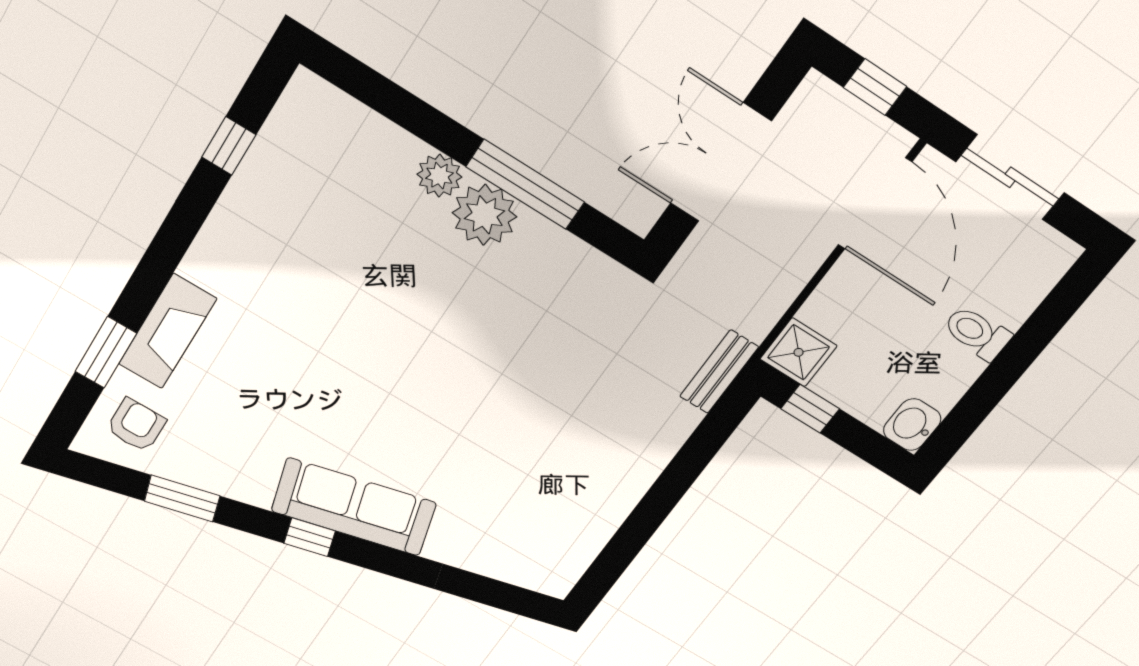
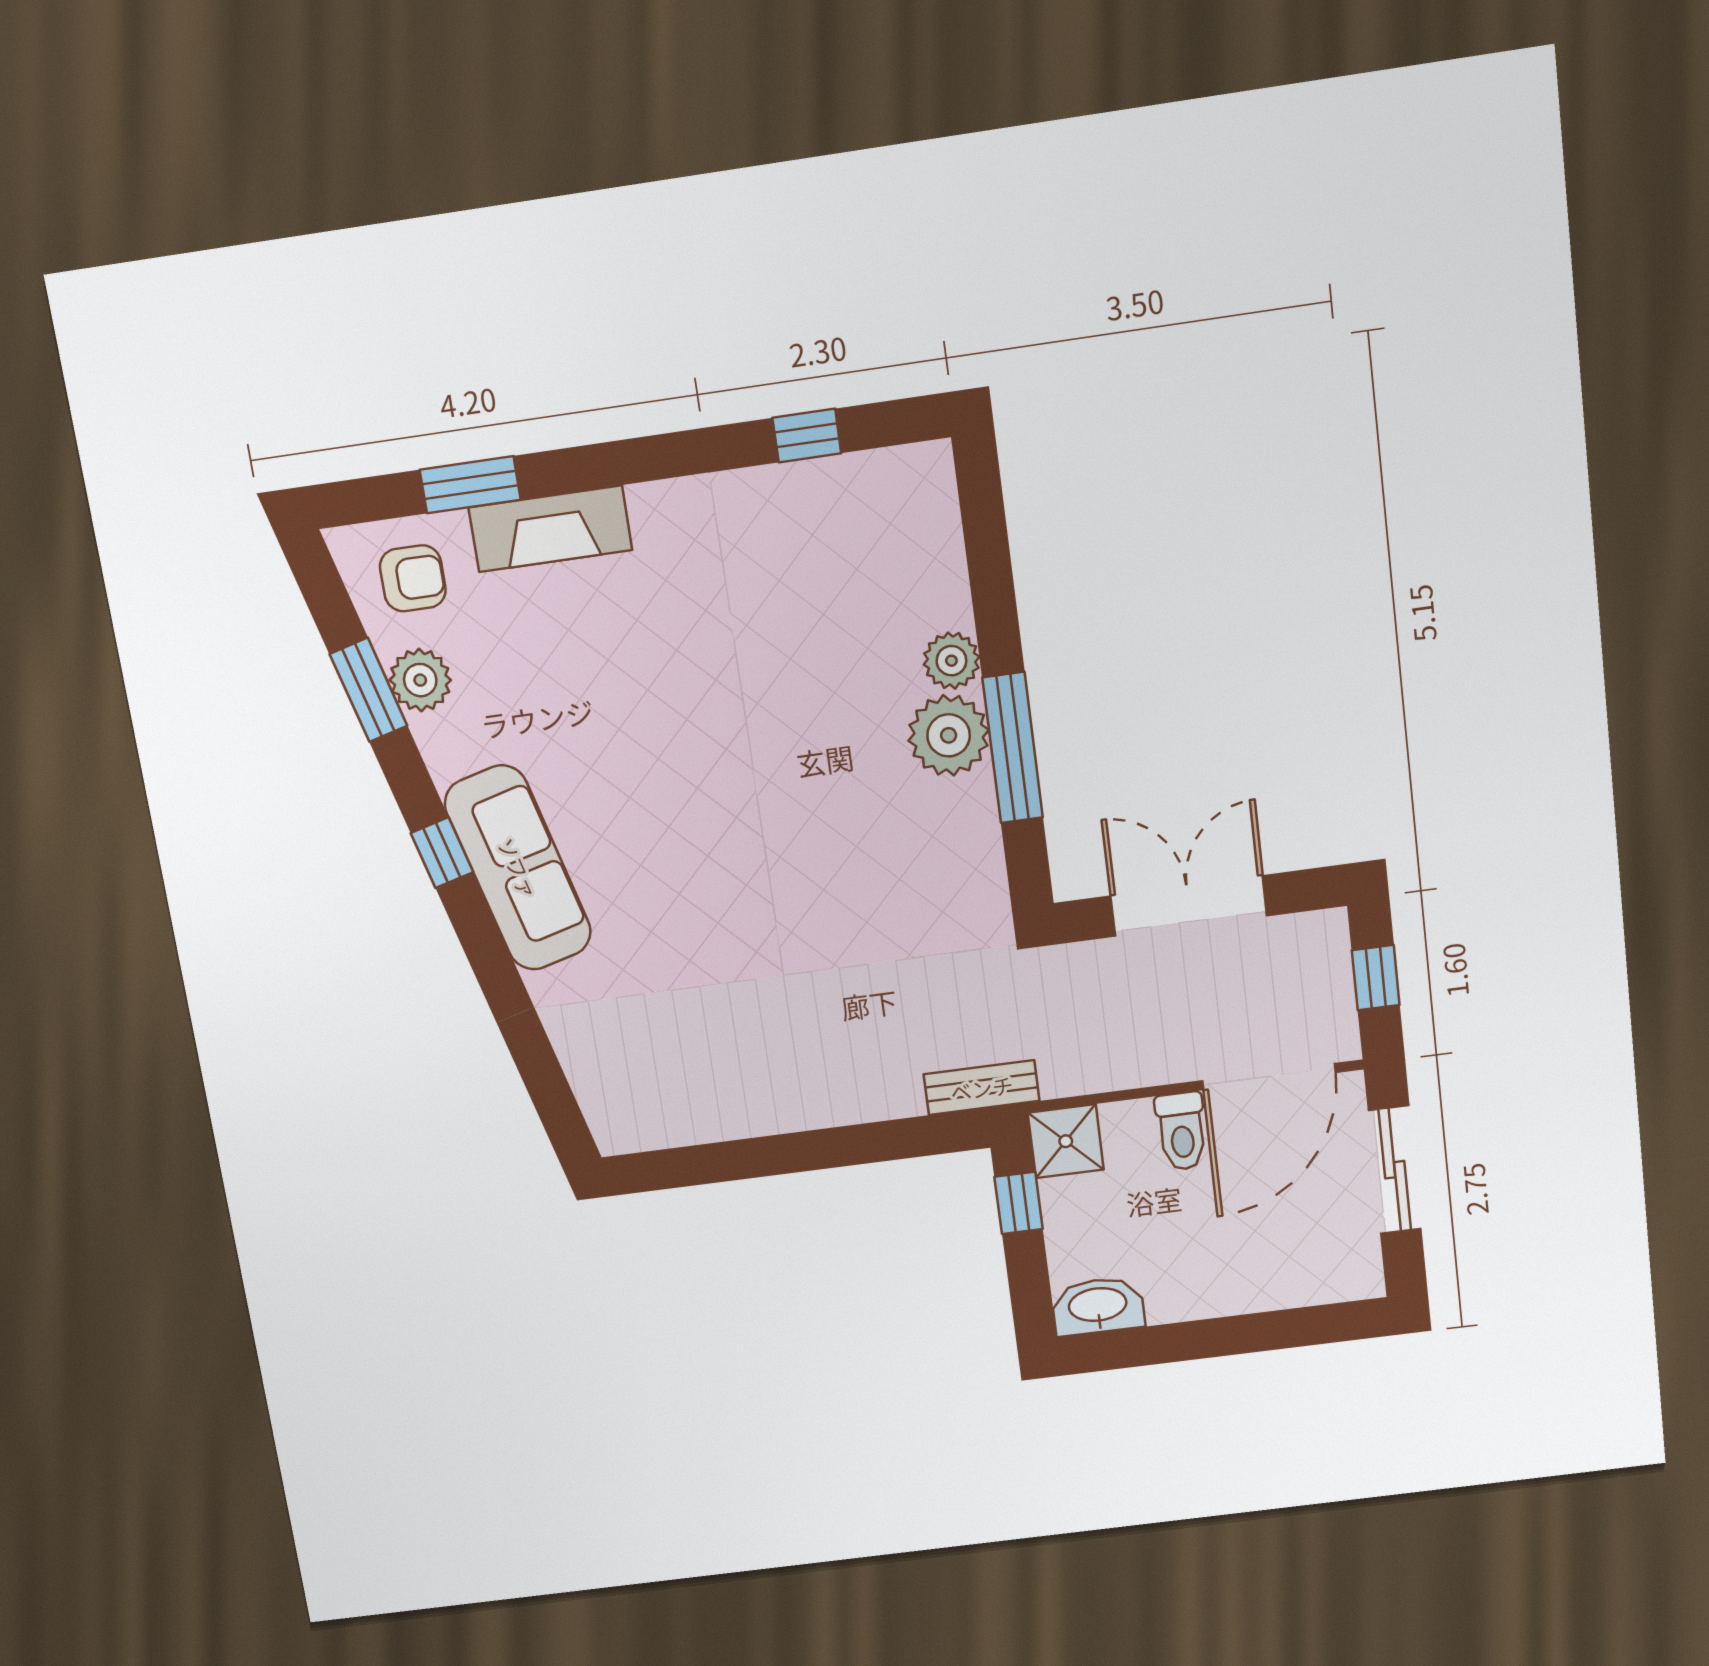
toilet: (977, 333) -> (1182, 1131), moved, turned 180
washbasin: (912, 425) -> (1098, 1306), width x1.38
plant: (199, 468) -> (420, 680), added

